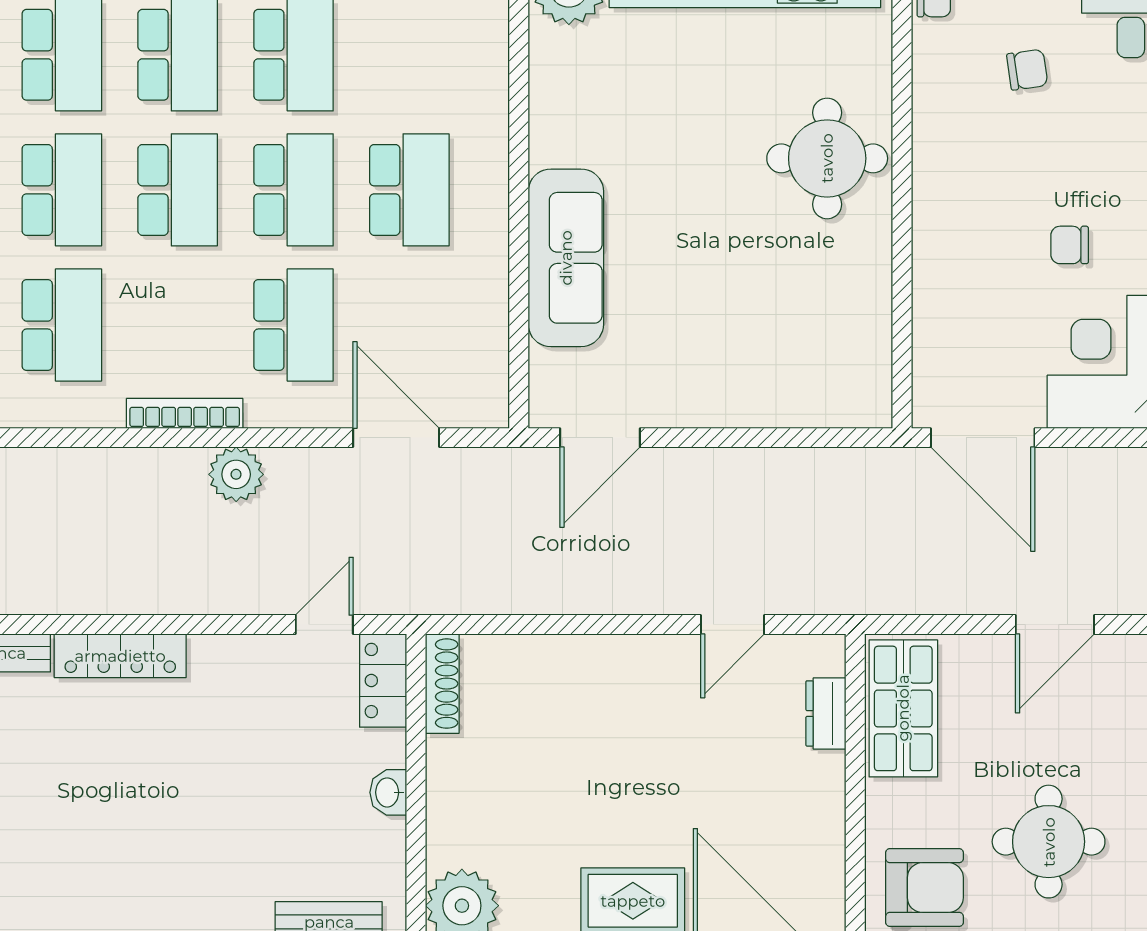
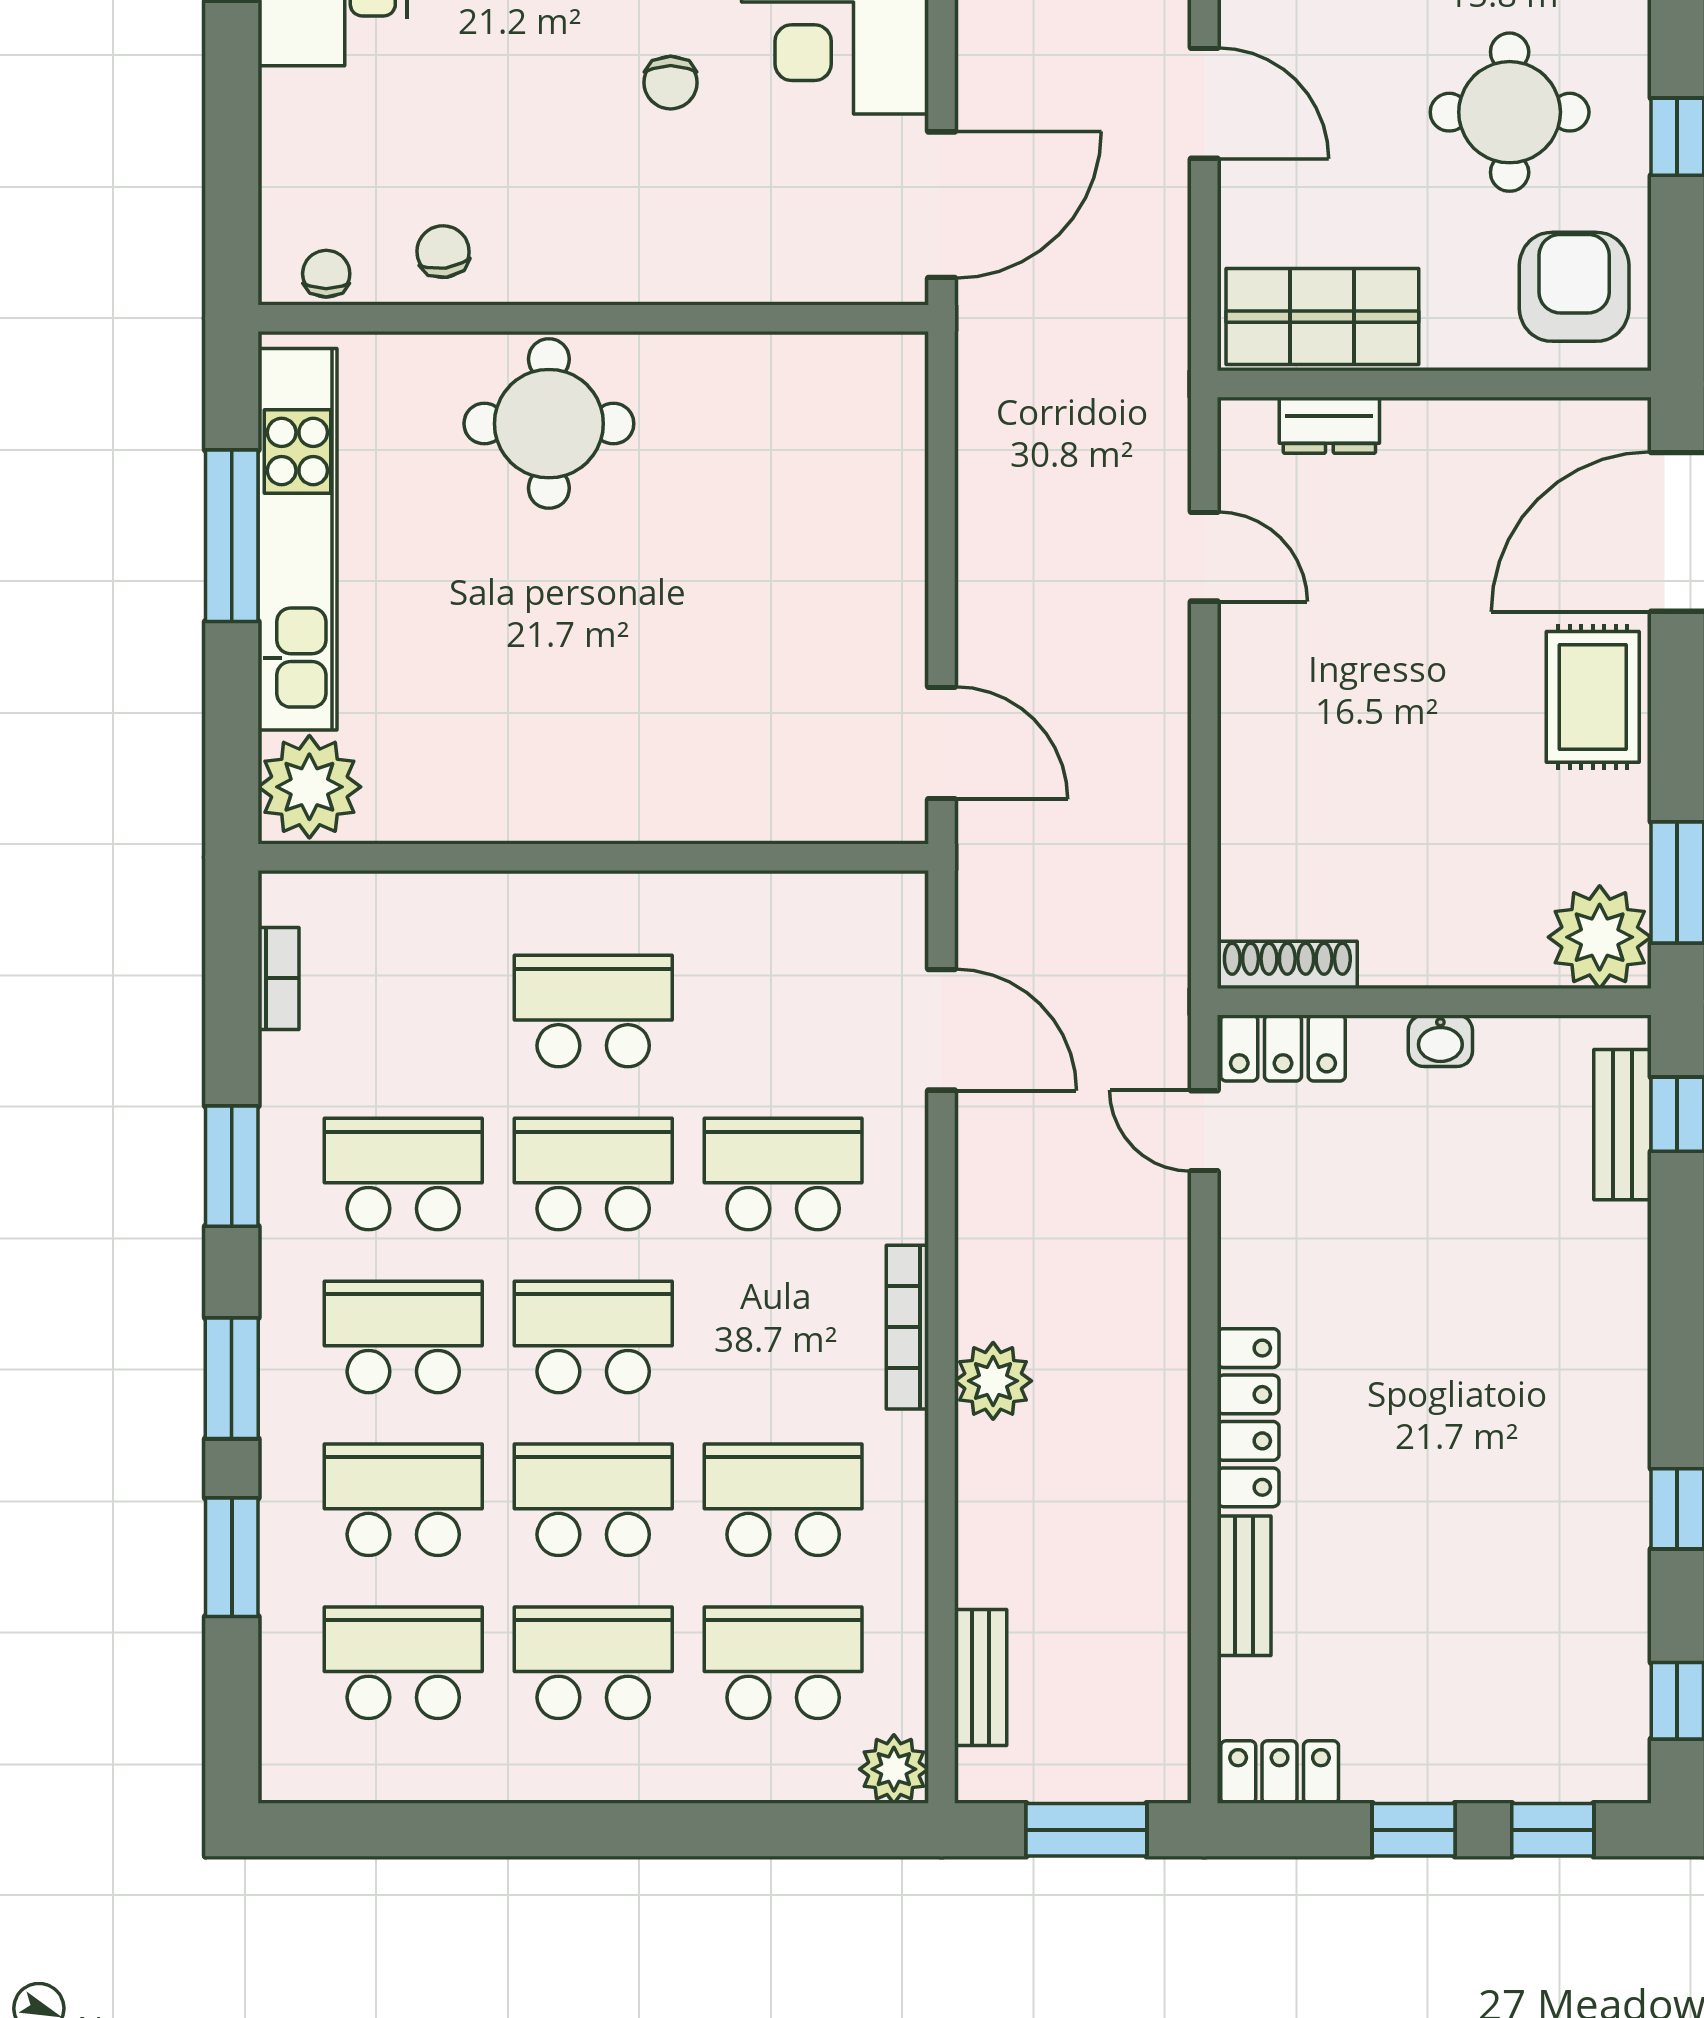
chair: (1027, 70) -> (443, 252), moved
sofa: (566, 258) -> (689, 791), removed
door: (396, 438) -> (941, 1030), swing flipped
plant: (236, 474) -> (993, 1381), moved

